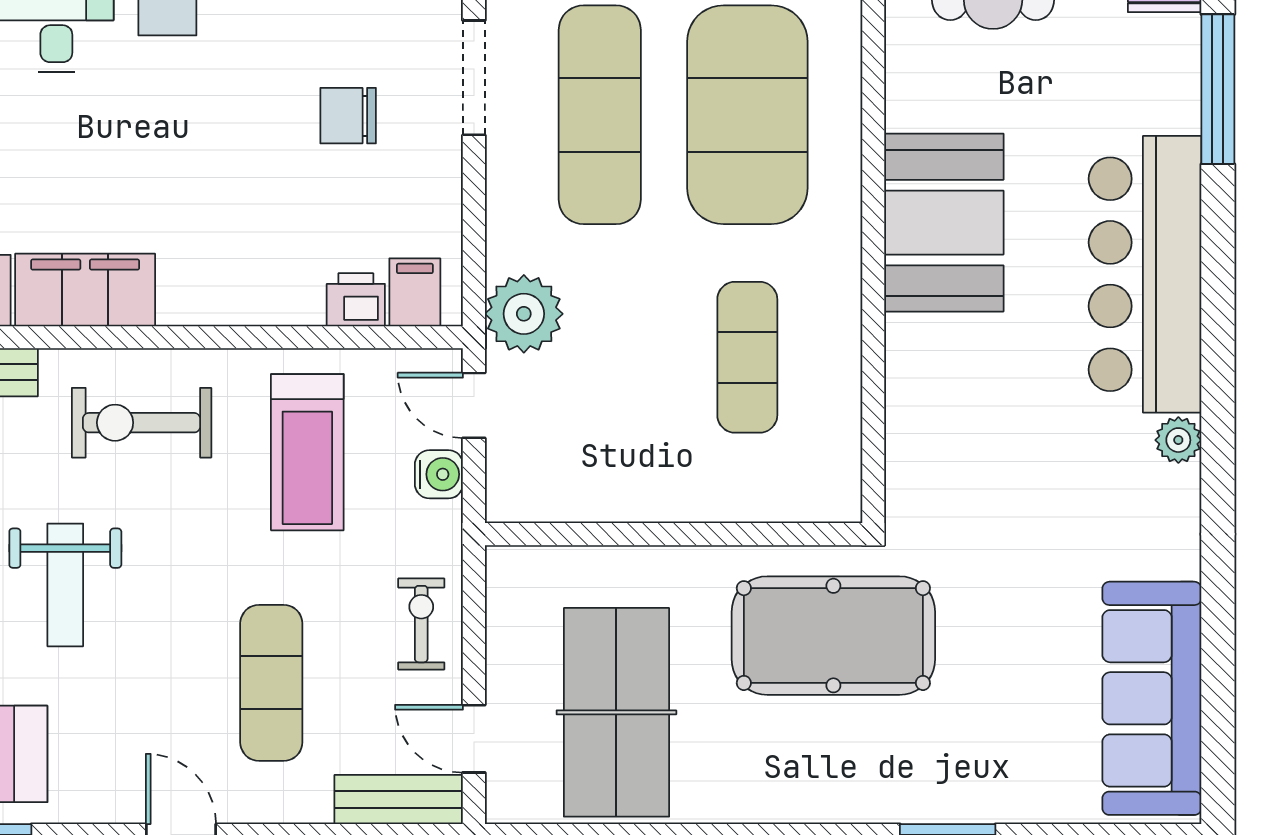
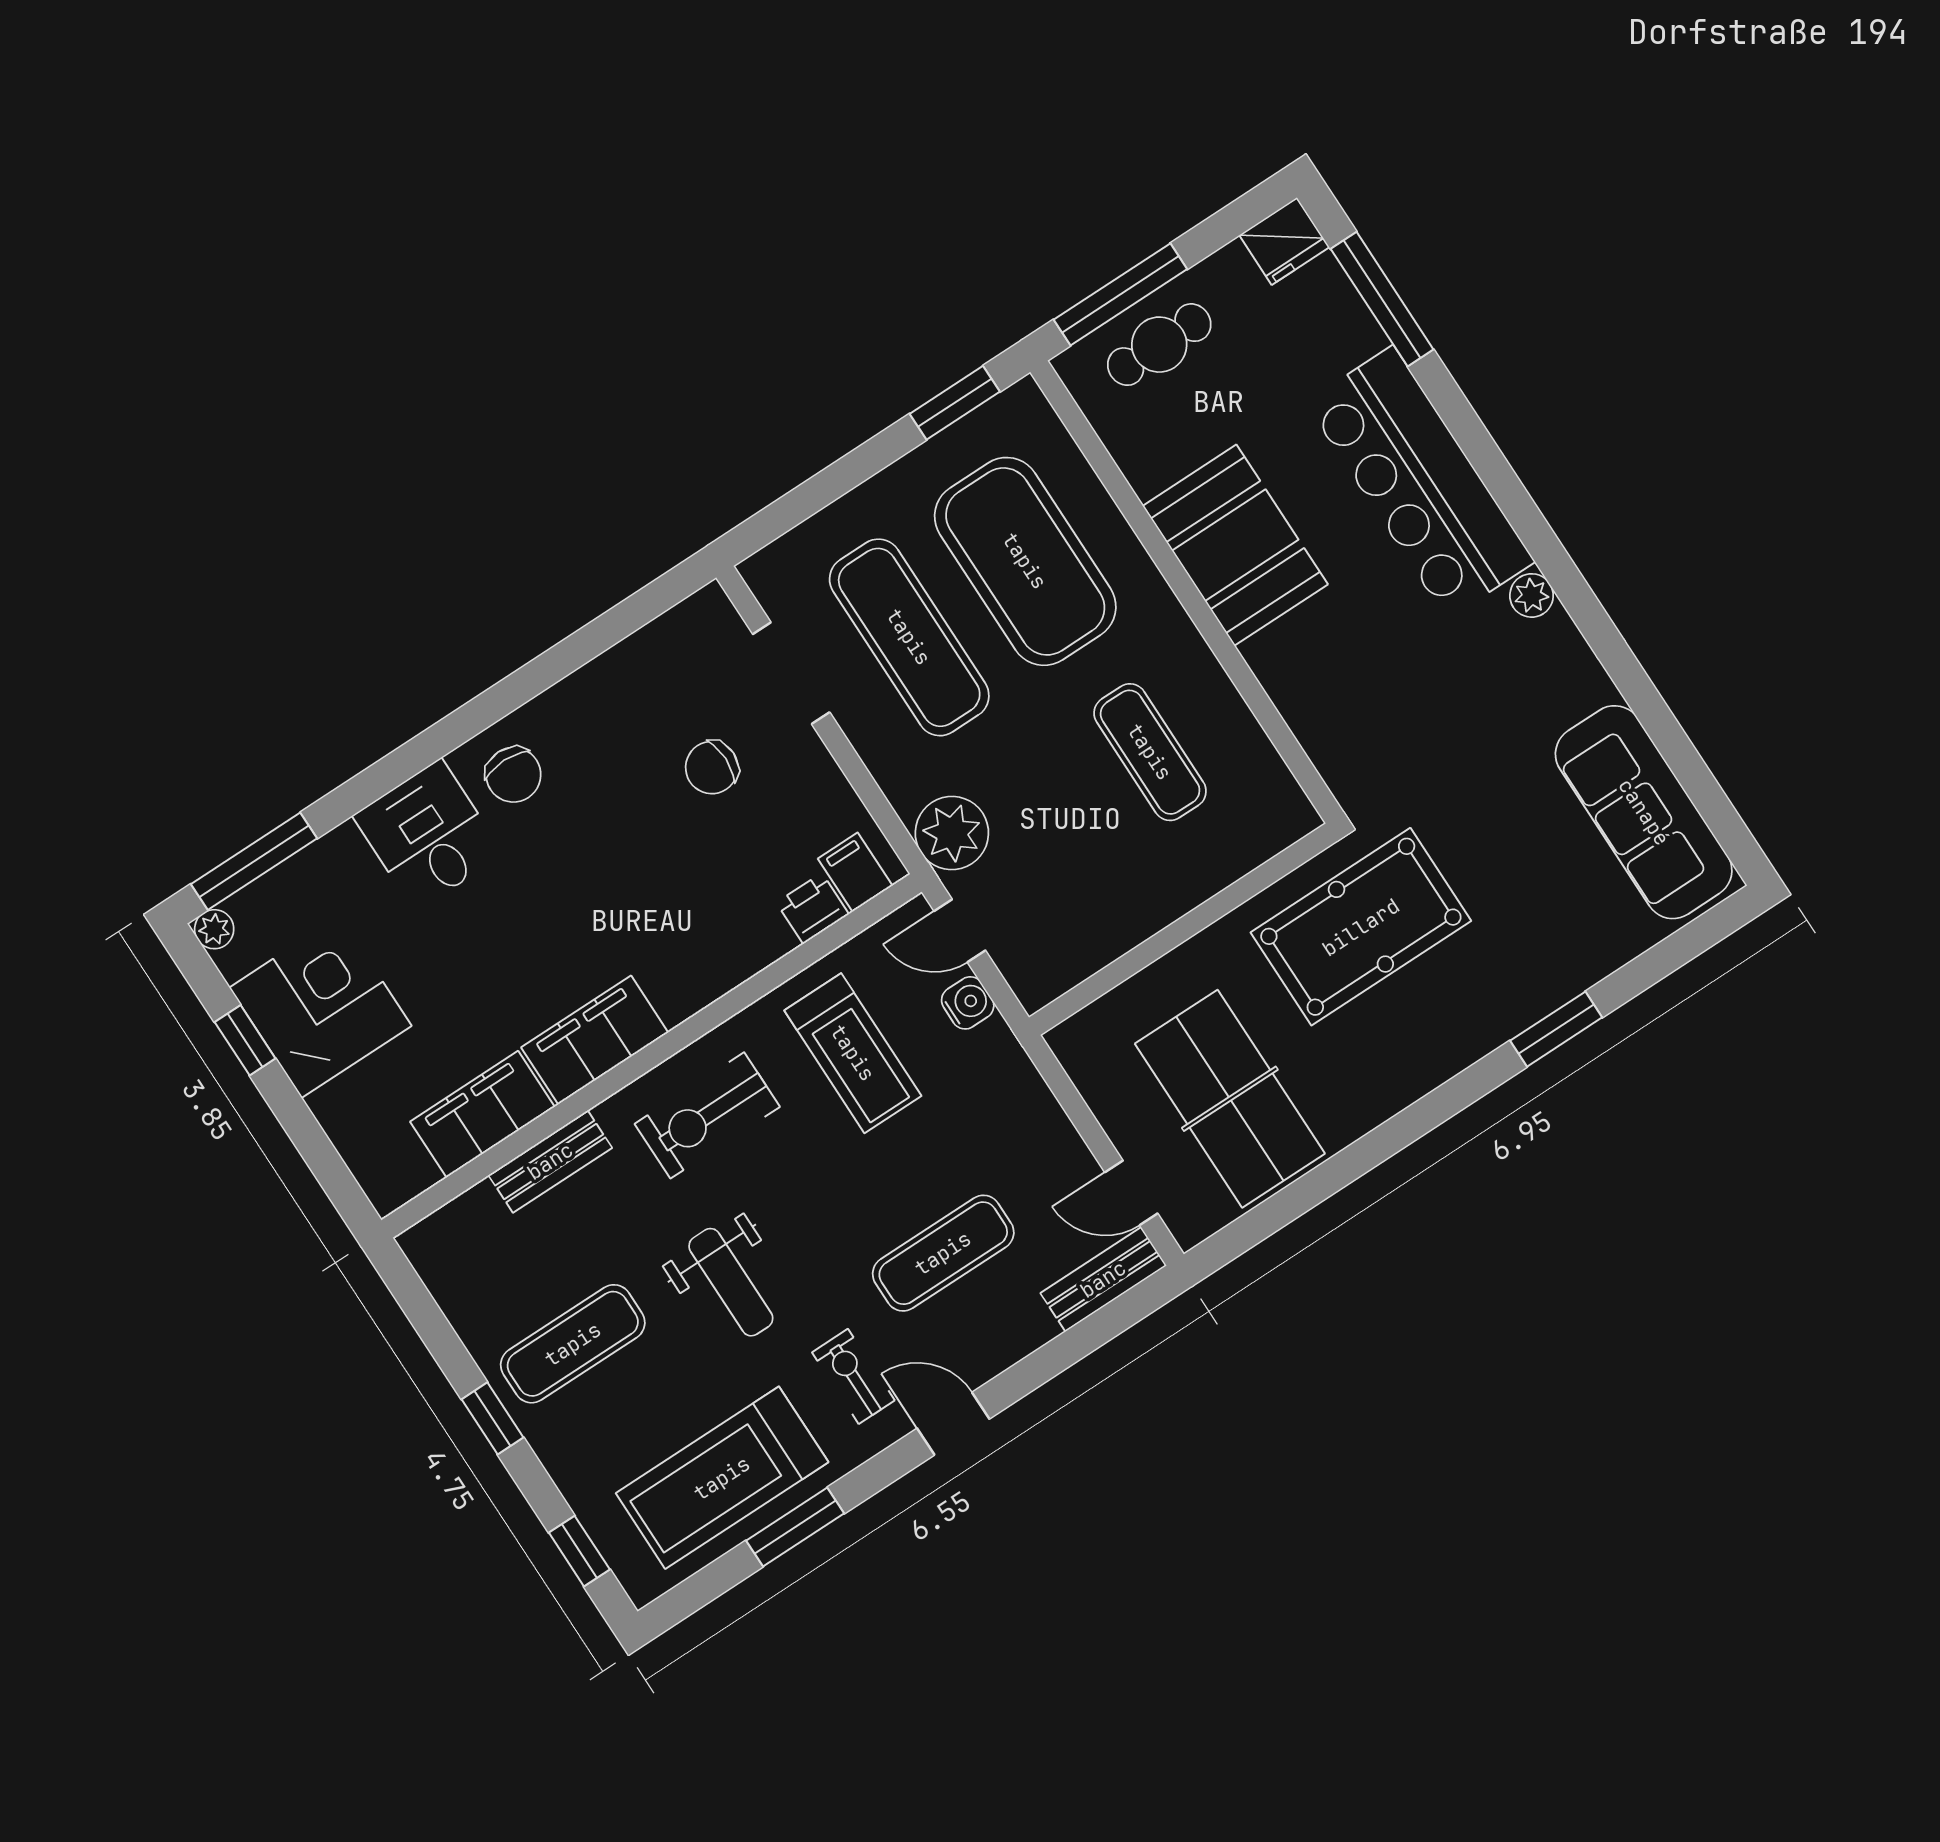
exercise bike: (421, 624) -> (853, 1376), moved
exercise mat: (271, 683) -> (943, 1253), turned 90

